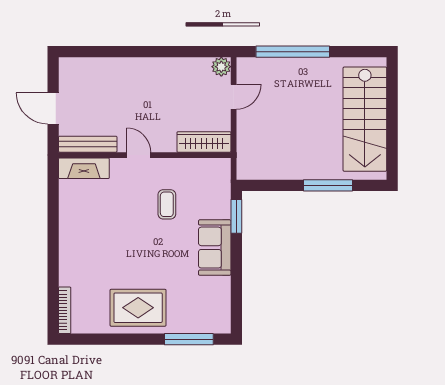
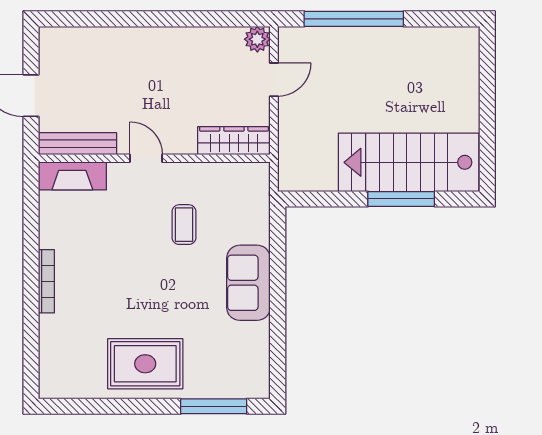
stairs: (365, 119) -> (409, 162), moved, turned 90
window: (236, 216) -> (278, 241), removed
bookcase: (65, 310) -> (46, 281), moved

